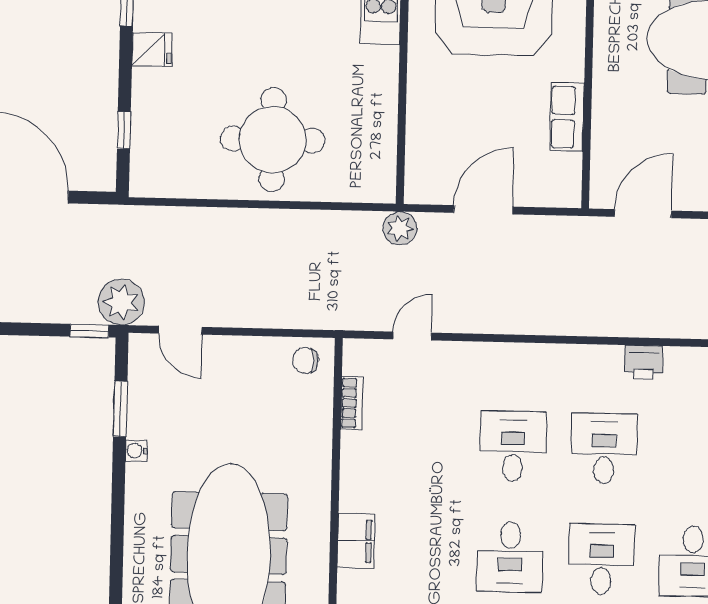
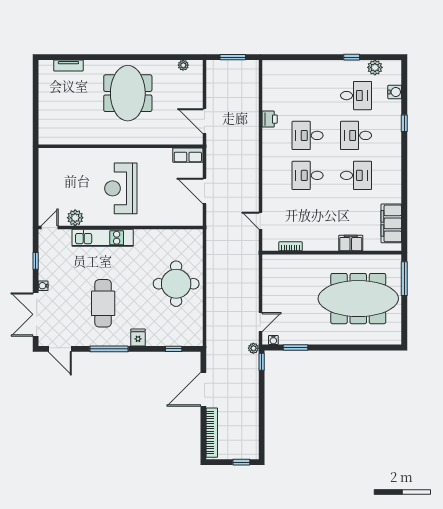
row of seats: (567, 117) -> (188, 155), moved
plant: (400, 228) -> (214, 227), removed
plant: (121, 302) -> (253, 348), width x0.53, depth x0.53
chair: (306, 361) -> (272, 267), removed
water cooler: (136, 451) -> (273, 340), moved

